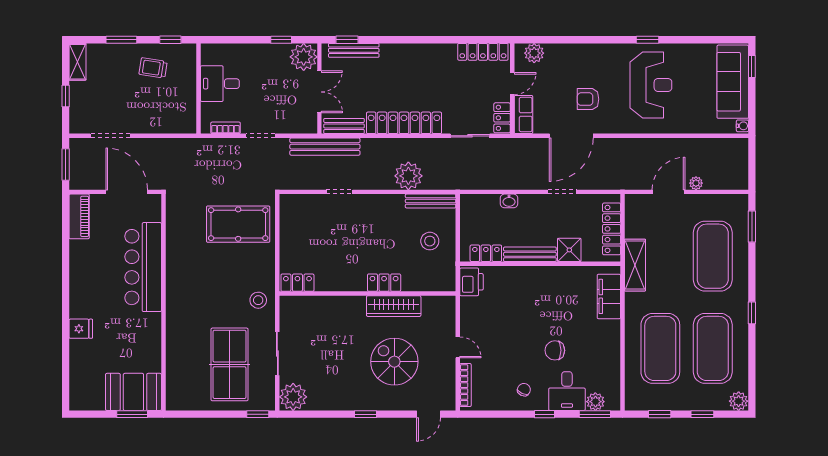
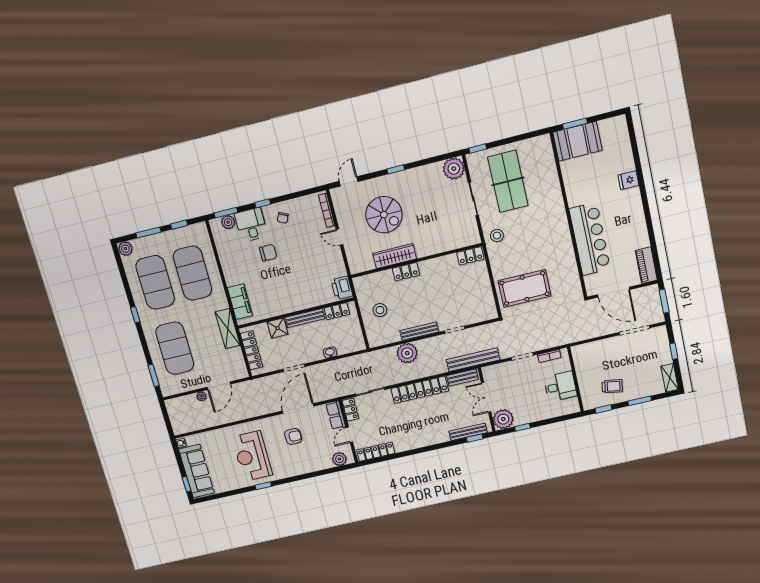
bench: (431, 201) -> (419, 331), moved
window: (702, 414) -> (148, 233), width x1.50

